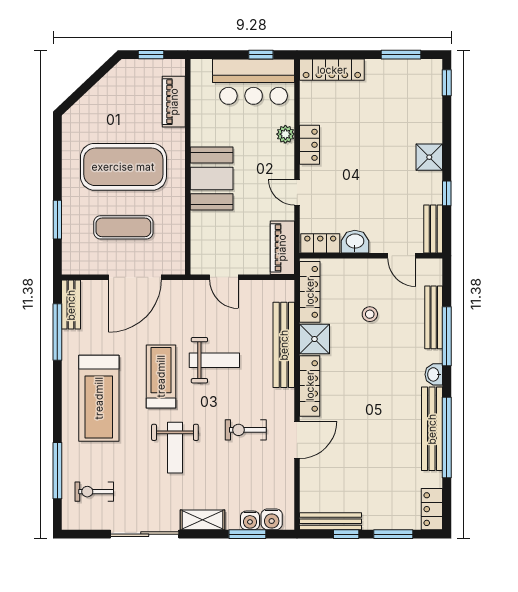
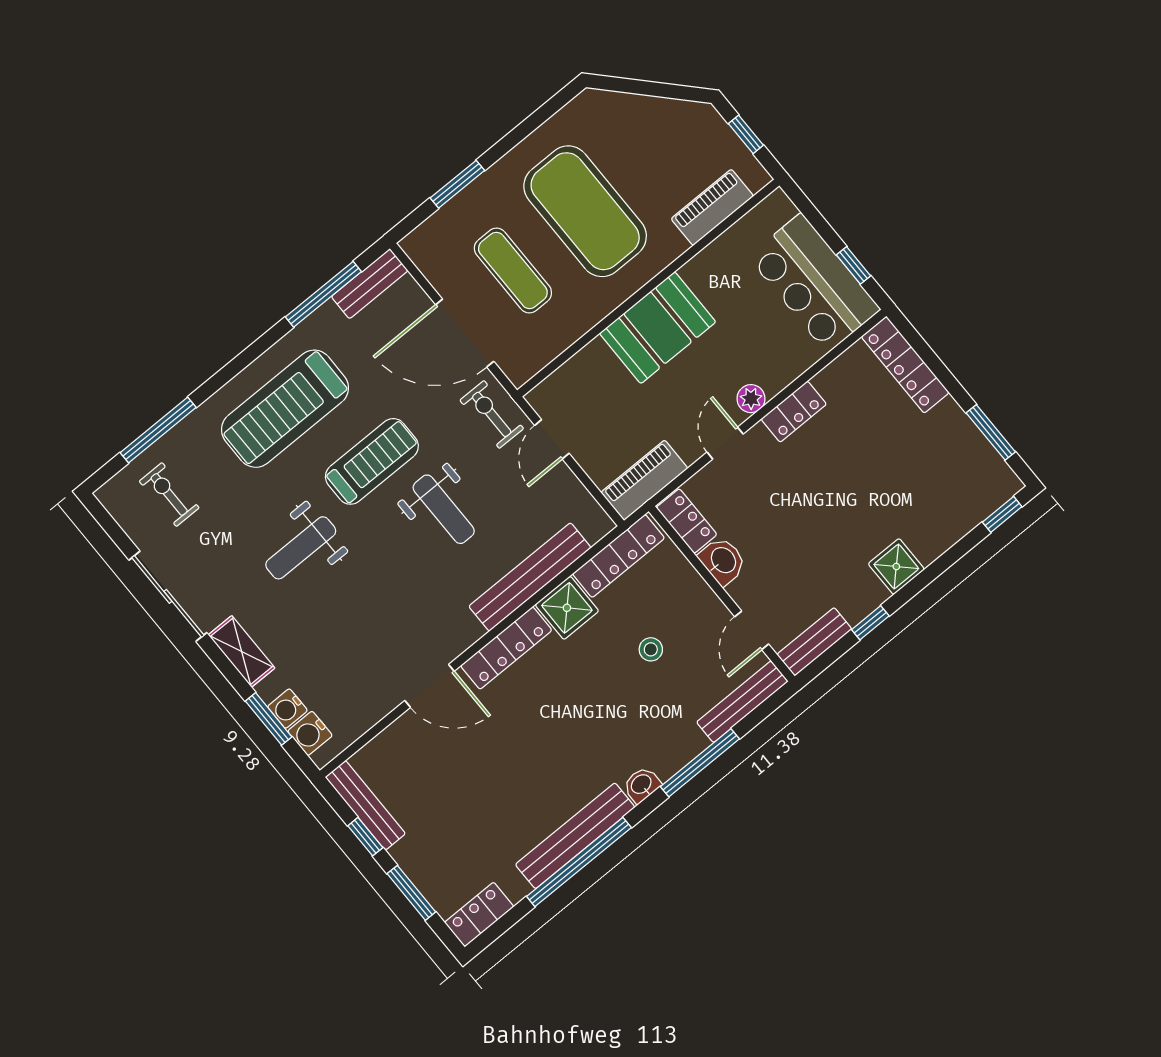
plant: (285, 134) -> (751, 399), moved
bench: (434, 317) -> (742, 702), moved
exercise bike: (246, 430) -> (492, 414), moved

